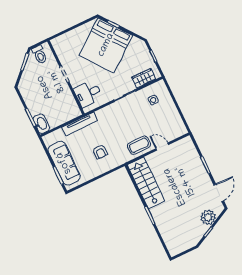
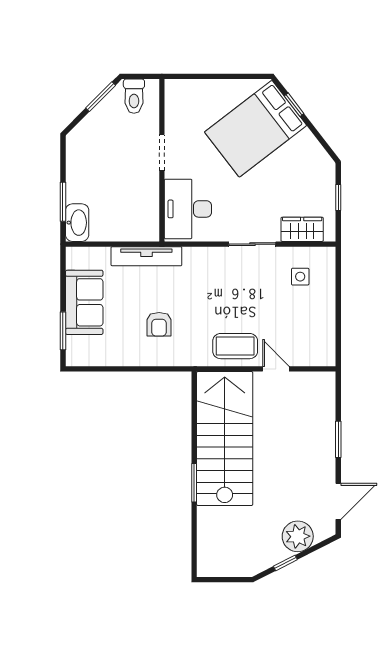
bed: (106, 45) -> (256, 129), width x0.73
desk: (88, 94) -> (188, 209), width x1.37
sofa: (64, 163) -> (84, 302), width x0.73
stairs: (146, 183) -> (225, 438), width x1.36, depth x1.51

